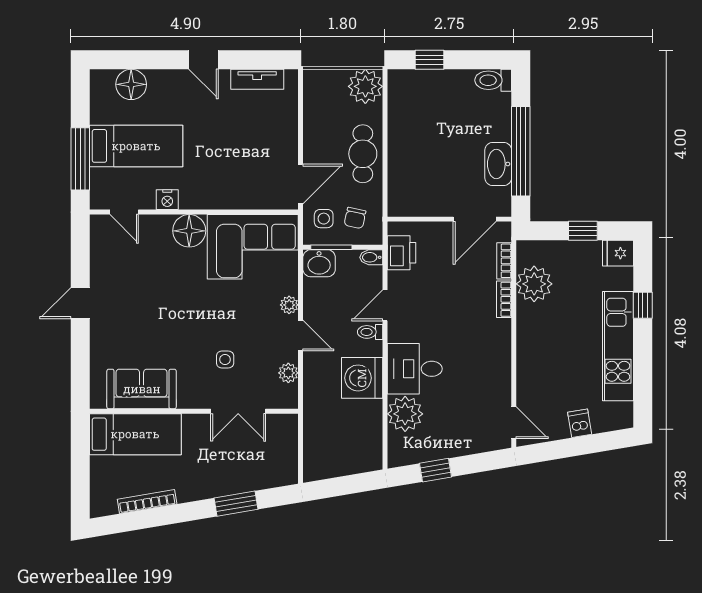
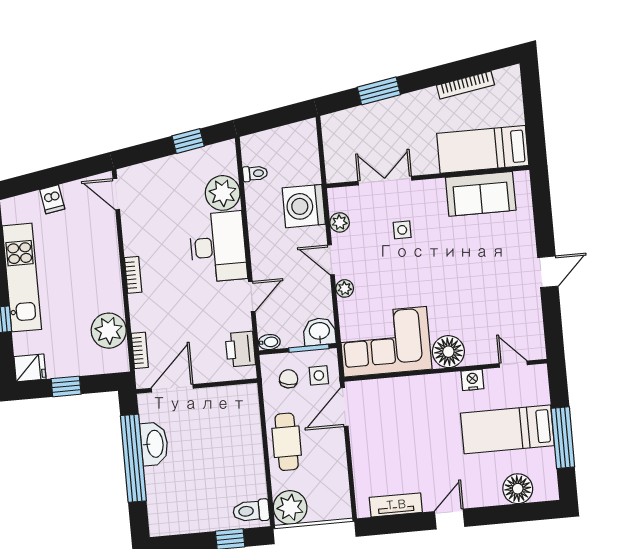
door: (203, 60) -> (450, 519), hinge flipped
toilet: (493, 80) -> (251, 511), moved, turned 180
window: (80, 159) -> (563, 438), moved
bookcase: (504, 299) -> (133, 275), moved
toilet: (370, 332) -> (255, 173), moved
desk: (415, 369) -> (218, 247), width x1.37
washing machine: (362, 378) -> (304, 206), moved, turned 180

